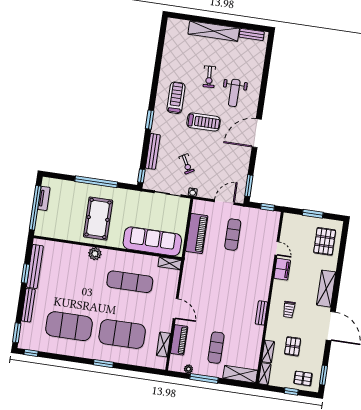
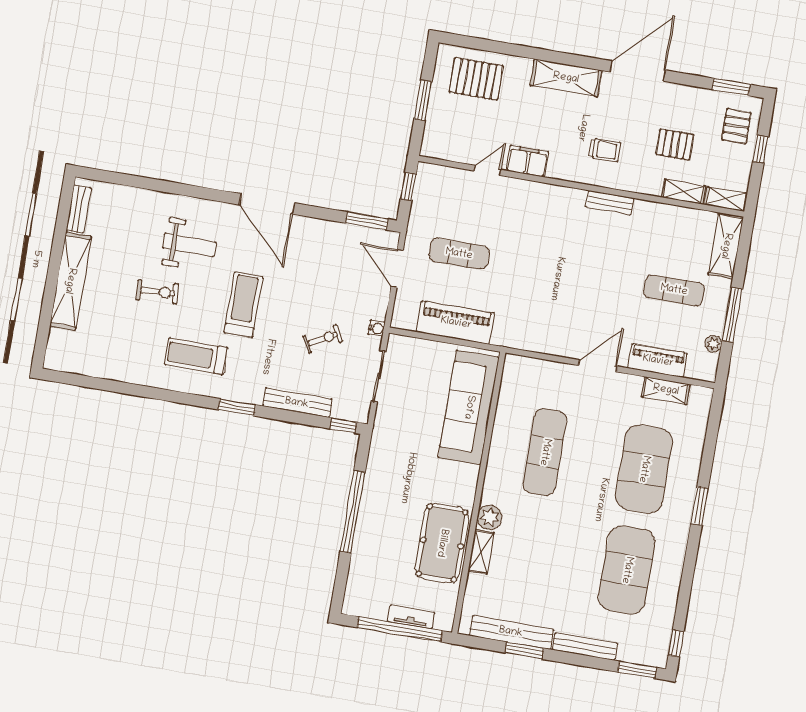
tv unit: (44, 198) -> (411, 617), moved
pool table: (98, 218) -> (442, 543), moved, turned 90
shelving: (170, 263) -> (481, 552), moved

